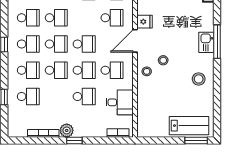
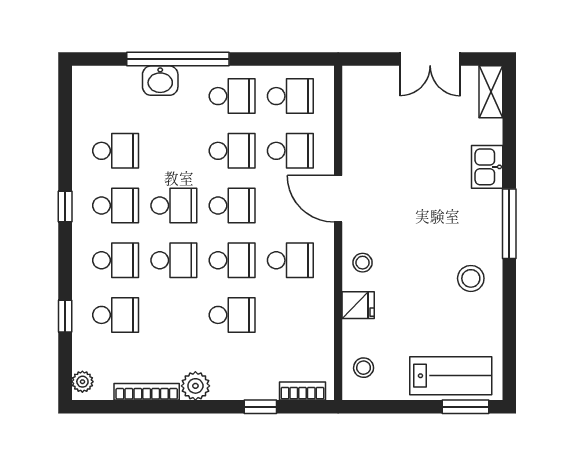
school desk: (56, 18) -> (232, 151), moved
fridge: (145, 22) -> (358, 305), moved
door: (135, 41) -> (338, 199), hinge flipped
kitchen sink: (206, 42) -> (487, 167), moved
window: (217, 42) -> (509, 224), moved
stool: (163, 60) -> (364, 368), moved
desk: (120, 102) -> (306, 327), removed
plant: (12, 128) -> (82, 382), added
window: (74, 140) -> (260, 407), moved

